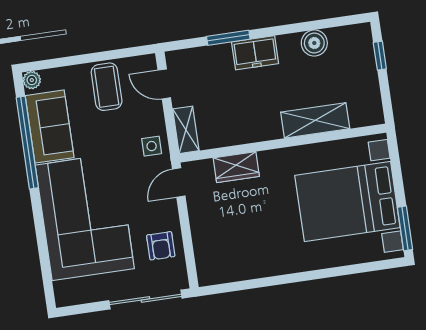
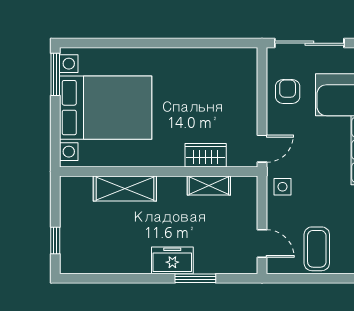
boiler: (314, 43) -> (115, 261), removed
shelving: (186, 130) -> (209, 186), moved, turned 90

